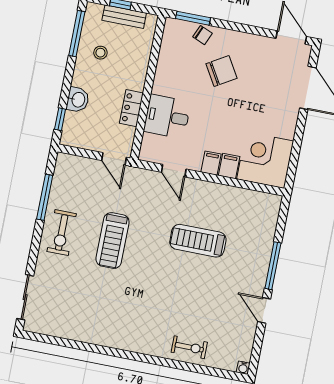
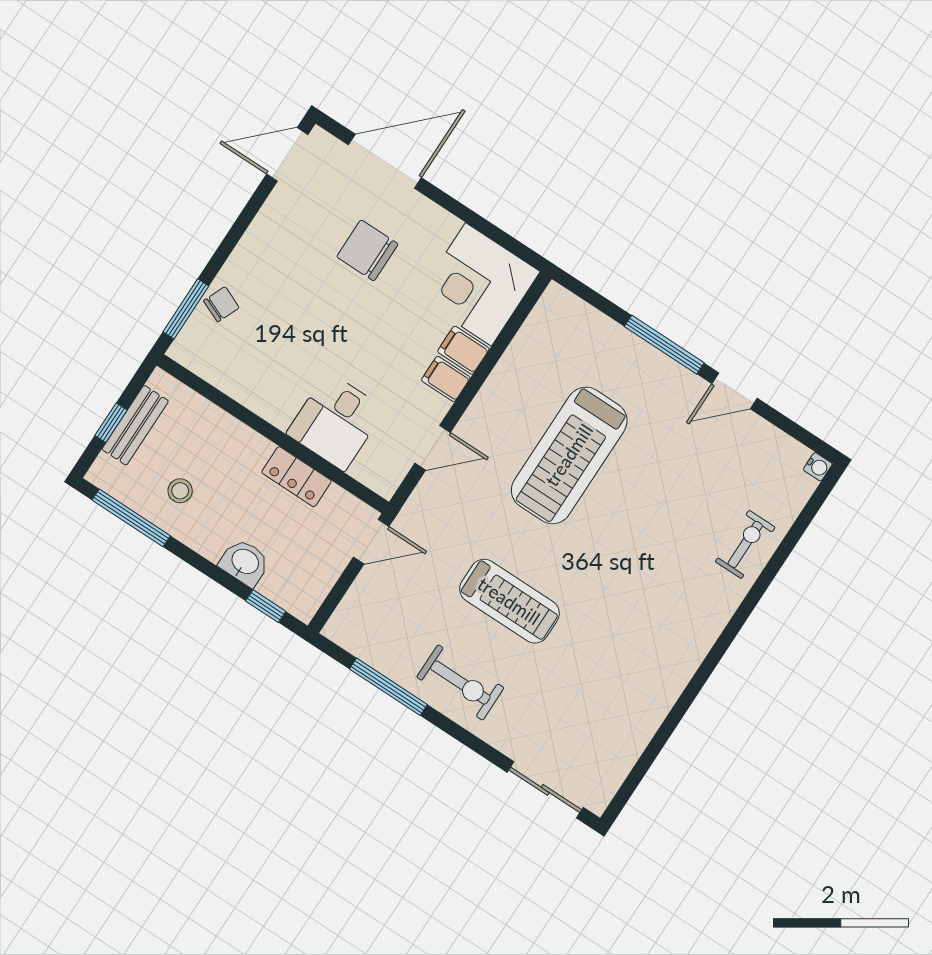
chair: (222, 71) -> (367, 250), moved, turned -59
treadmill: (198, 241) -> (569, 455), width x1.37, depth x1.37

